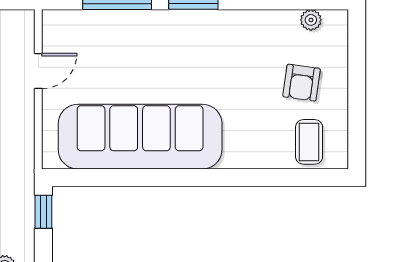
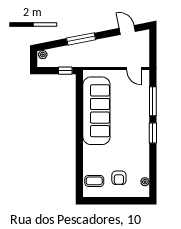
door: (38, 71) -> (134, 69), moved
armchair: (302, 83) -> (119, 178), turned -98

